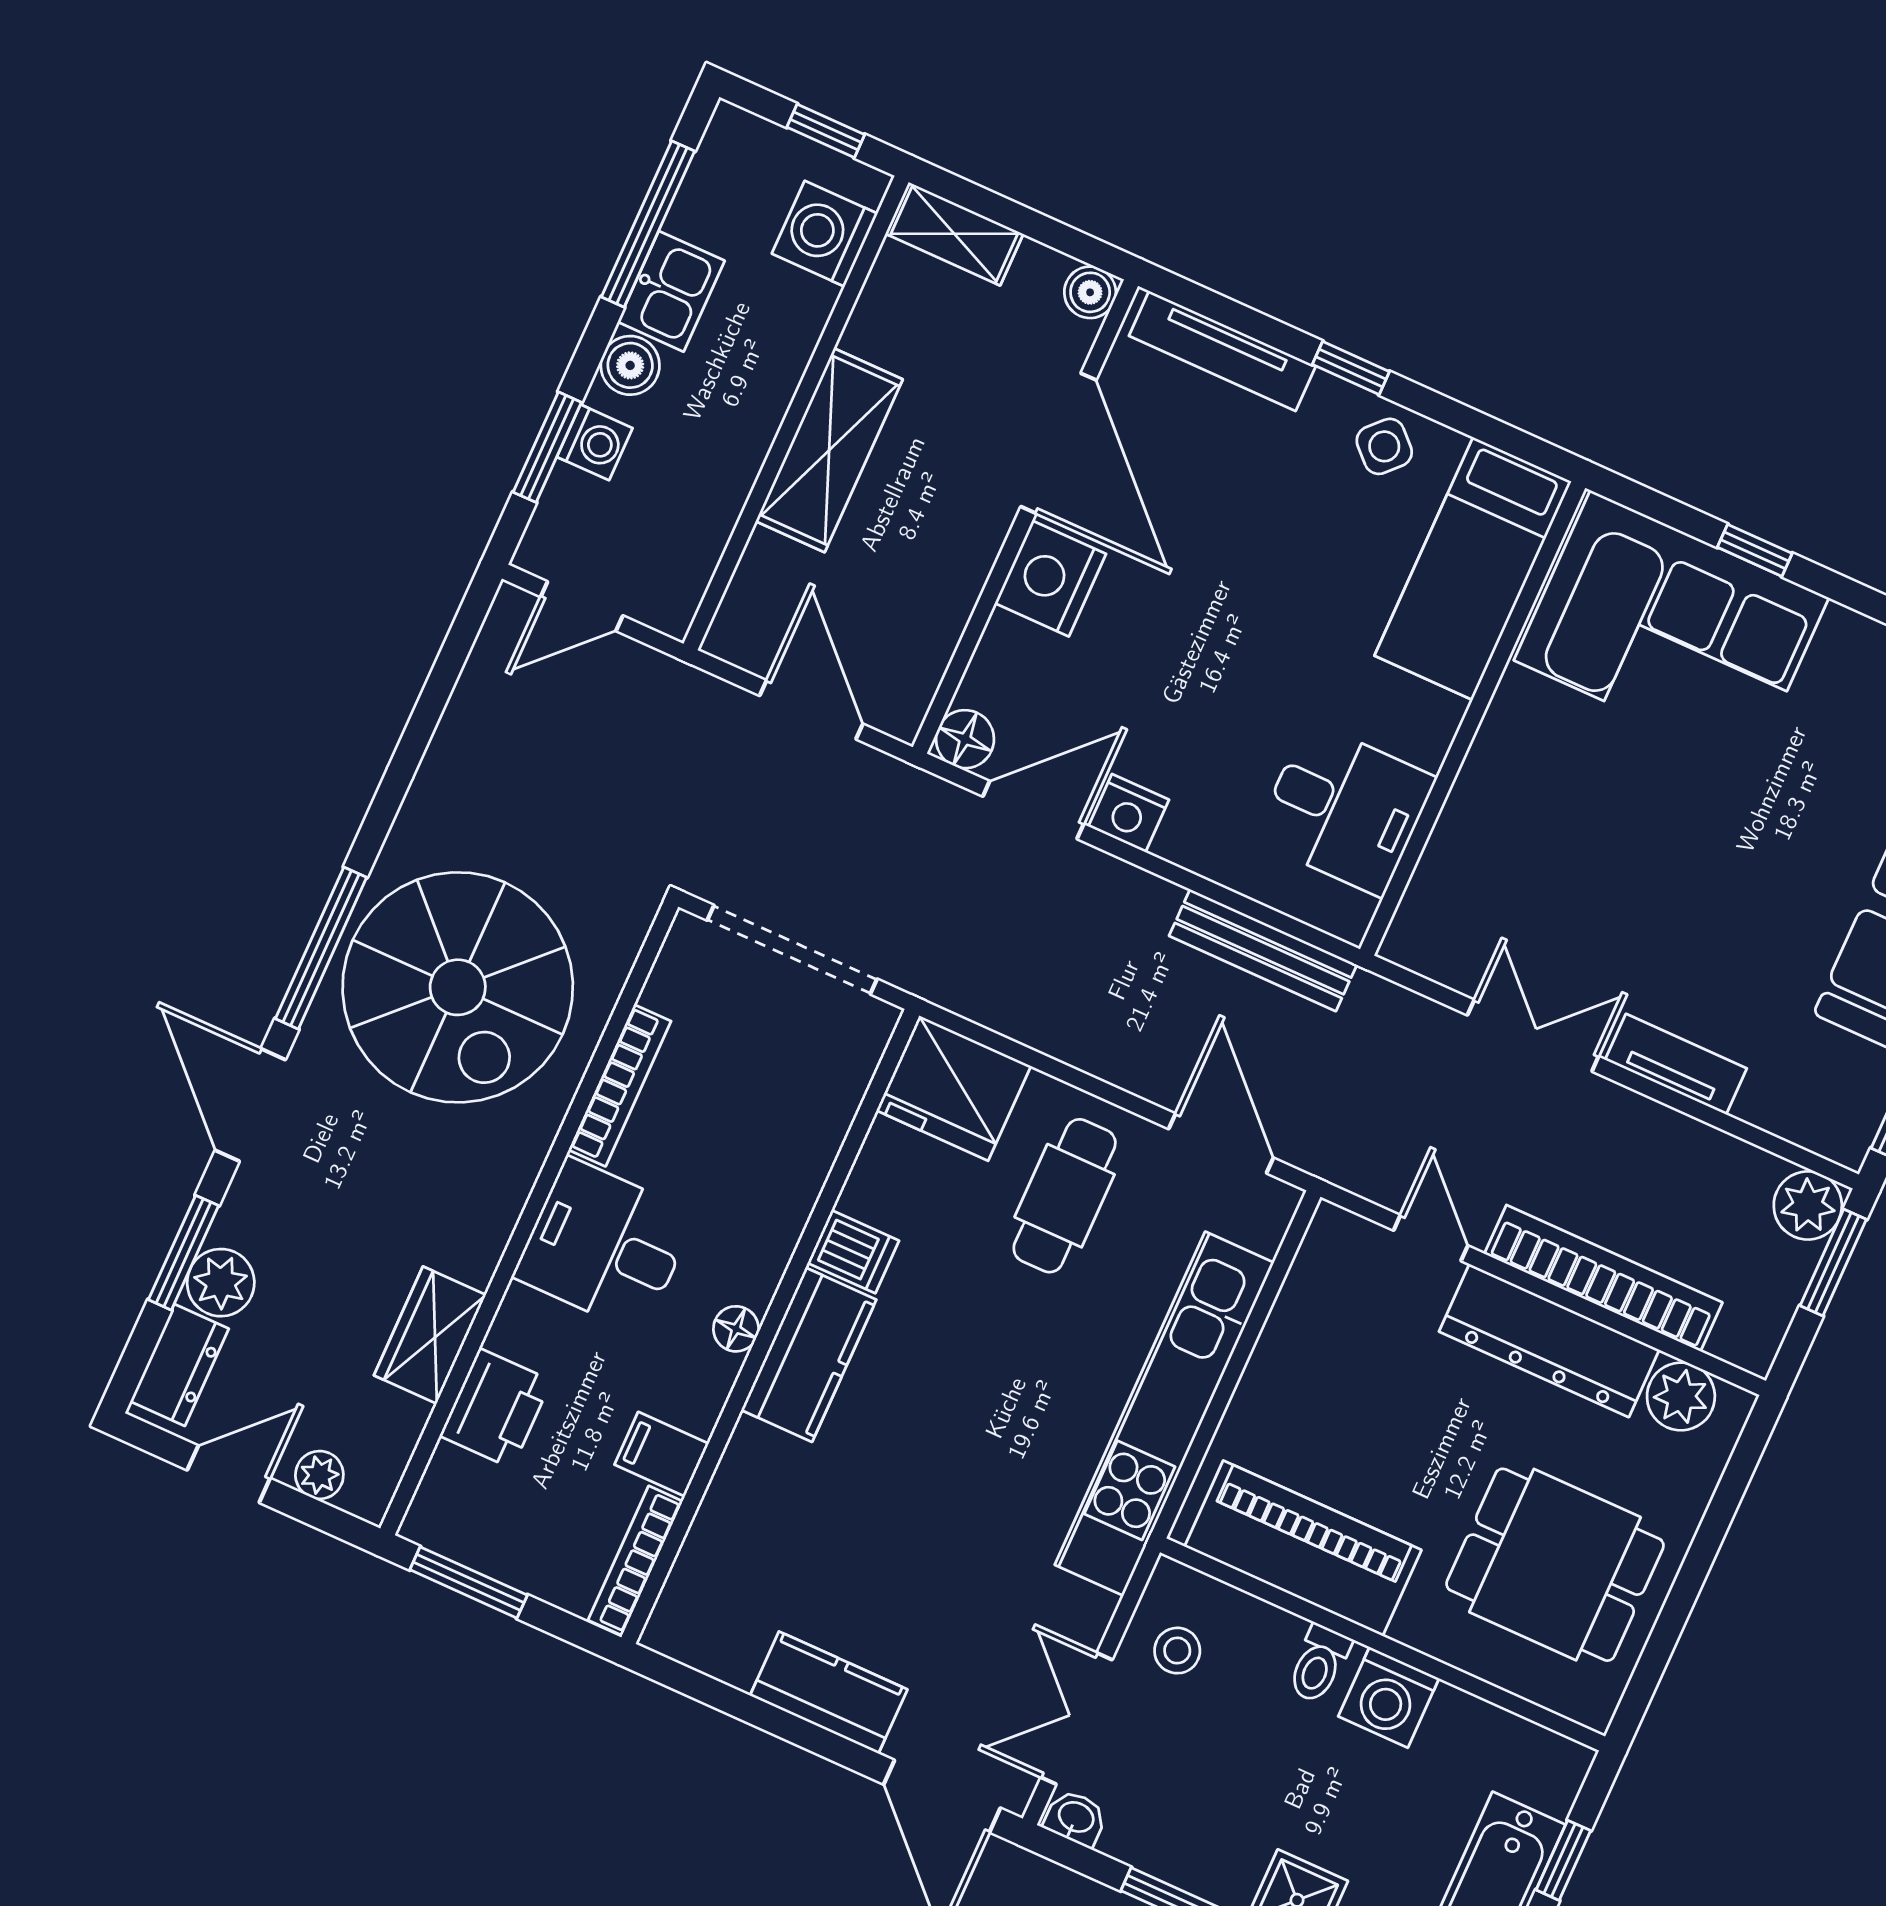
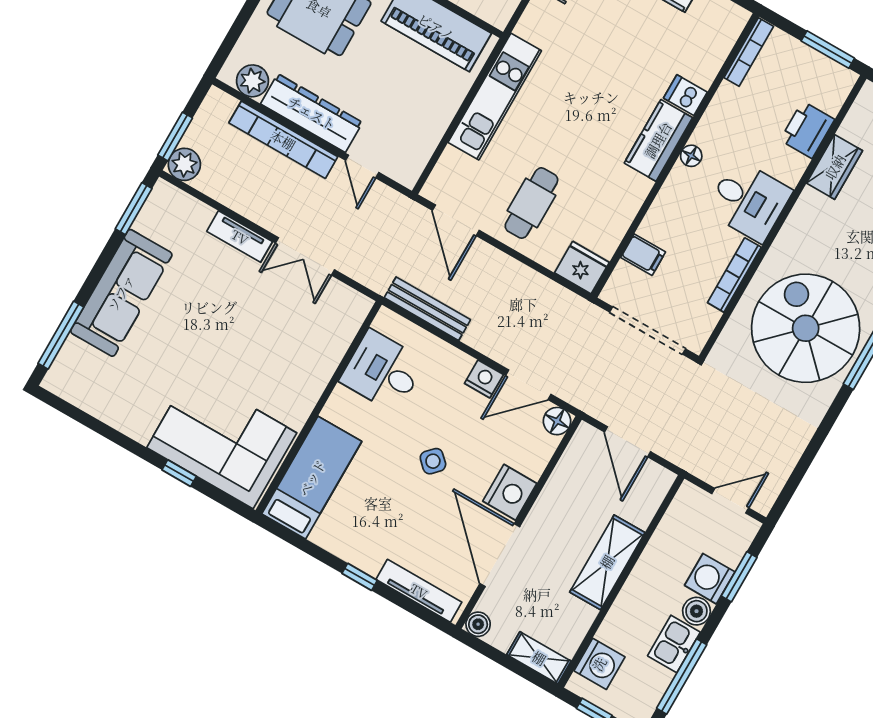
washing machine: (595, 442) -> (710, 579), width x1.38, depth x1.38
side table: (1384, 446) -> (433, 461), moved
fridge: (954, 1088) -> (582, 268), width x0.73, depth x0.75
dishwasher: (853, 1252) -> (685, 95), moved
kitchen unit: (1164, 1414) -> (495, 97), width x0.73
filing cabinet: (662, 1454) -> (643, 255), moved

